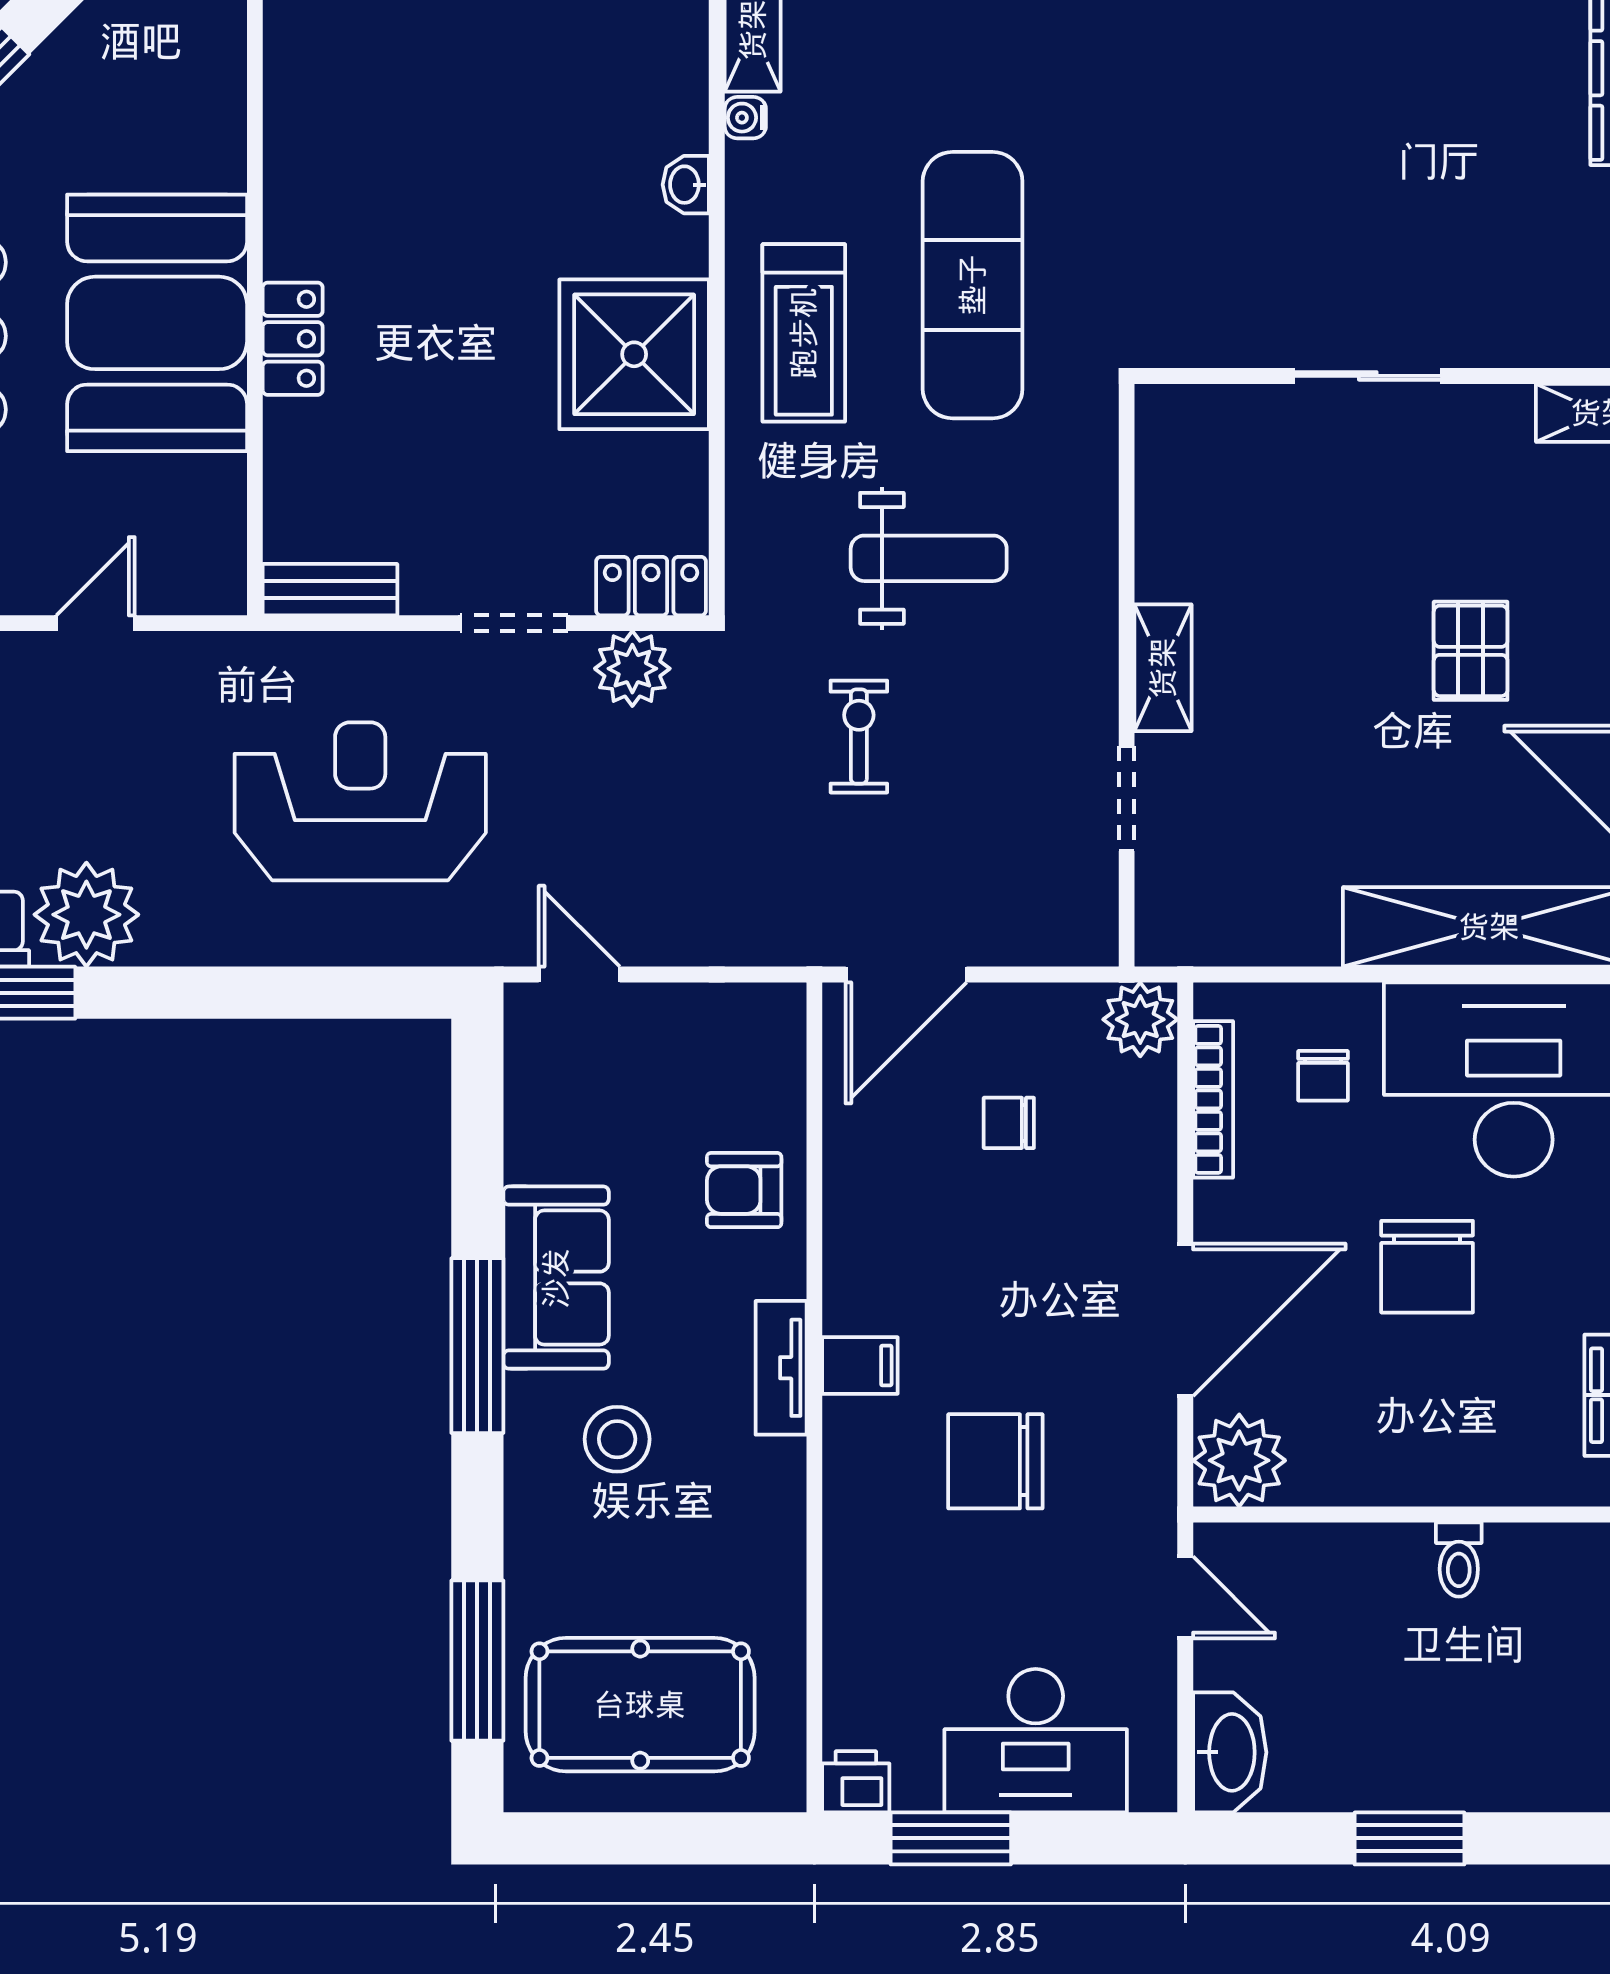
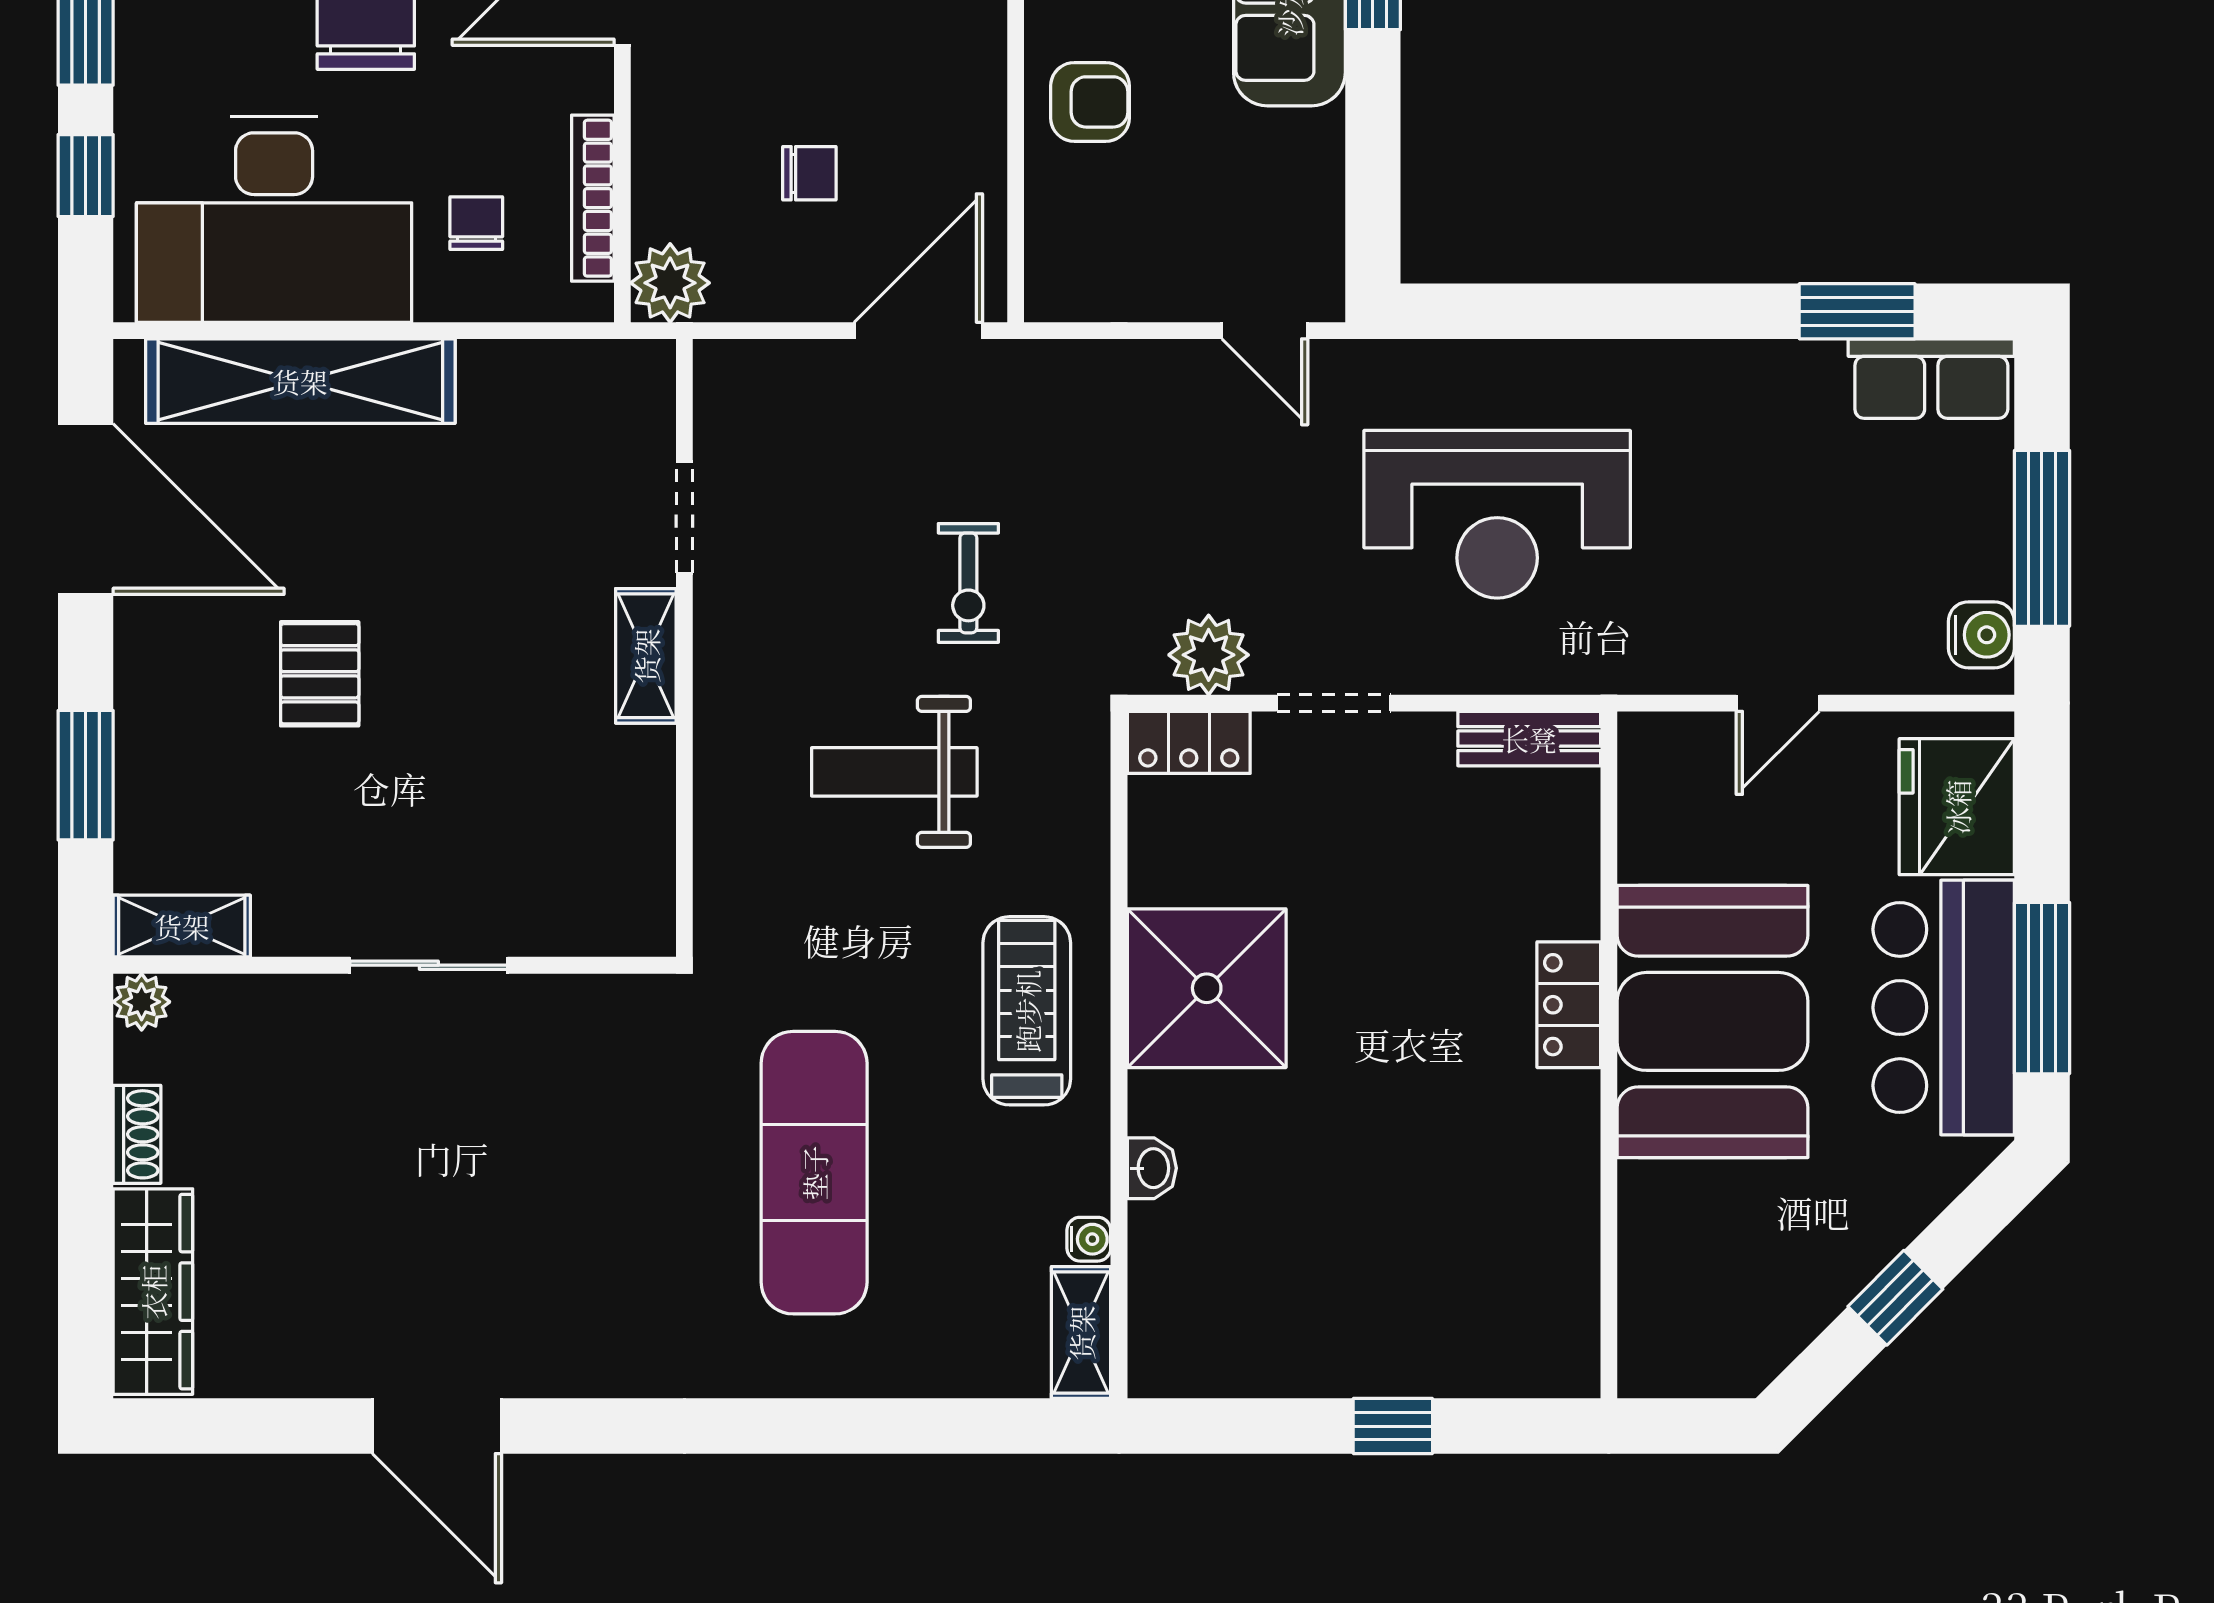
exercise mat: (973, 285) -> (814, 1173), moved
plant: (86, 915) -> (1787, 394), removed

